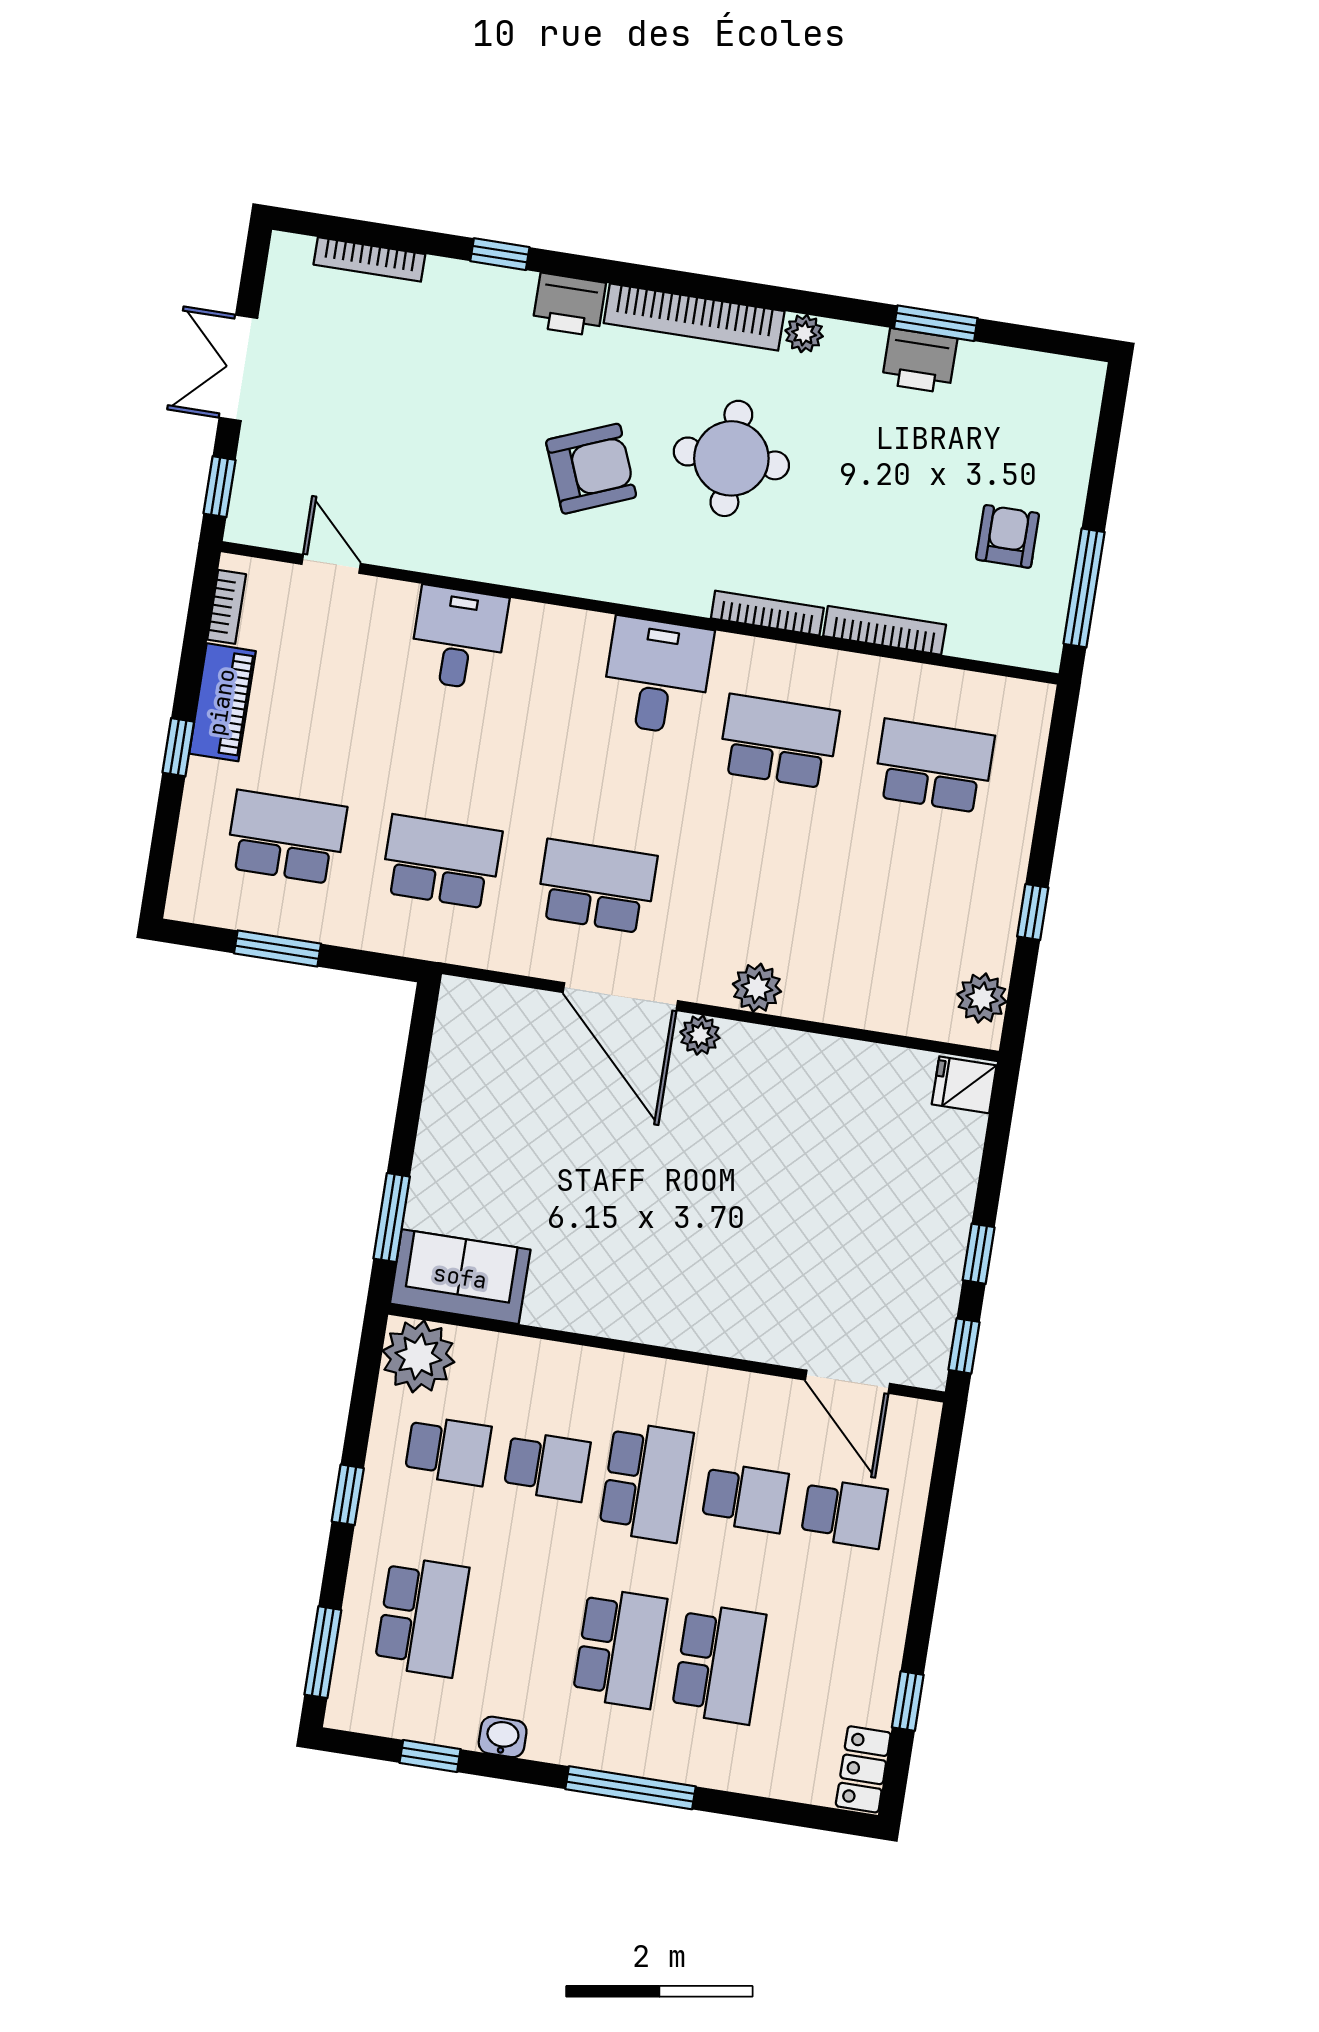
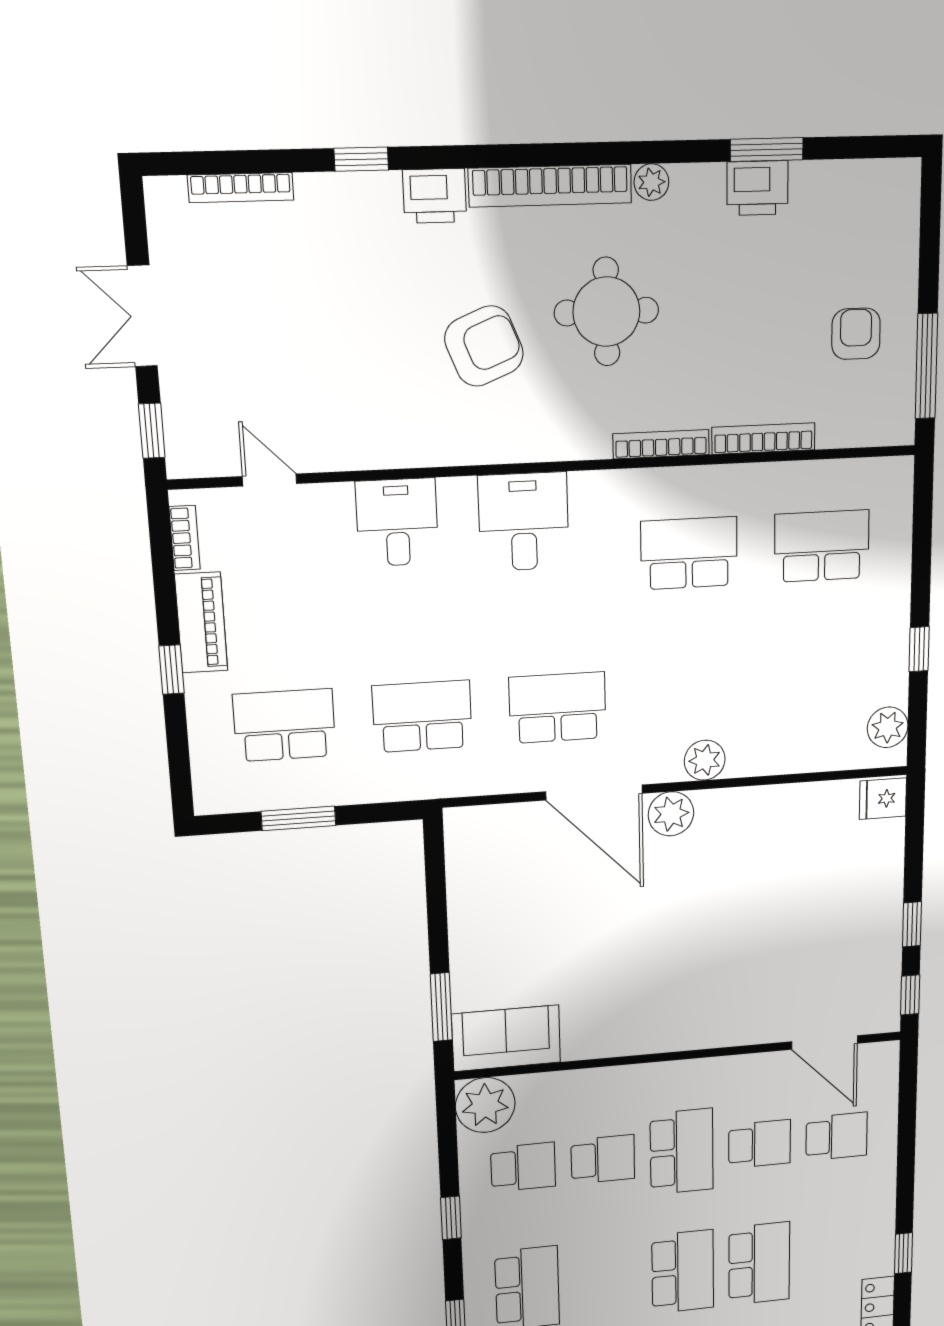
desk: (657, 676) -> (524, 522), moved
plant: (700, 1035) -> (671, 814), width x1.38, depth x1.38

